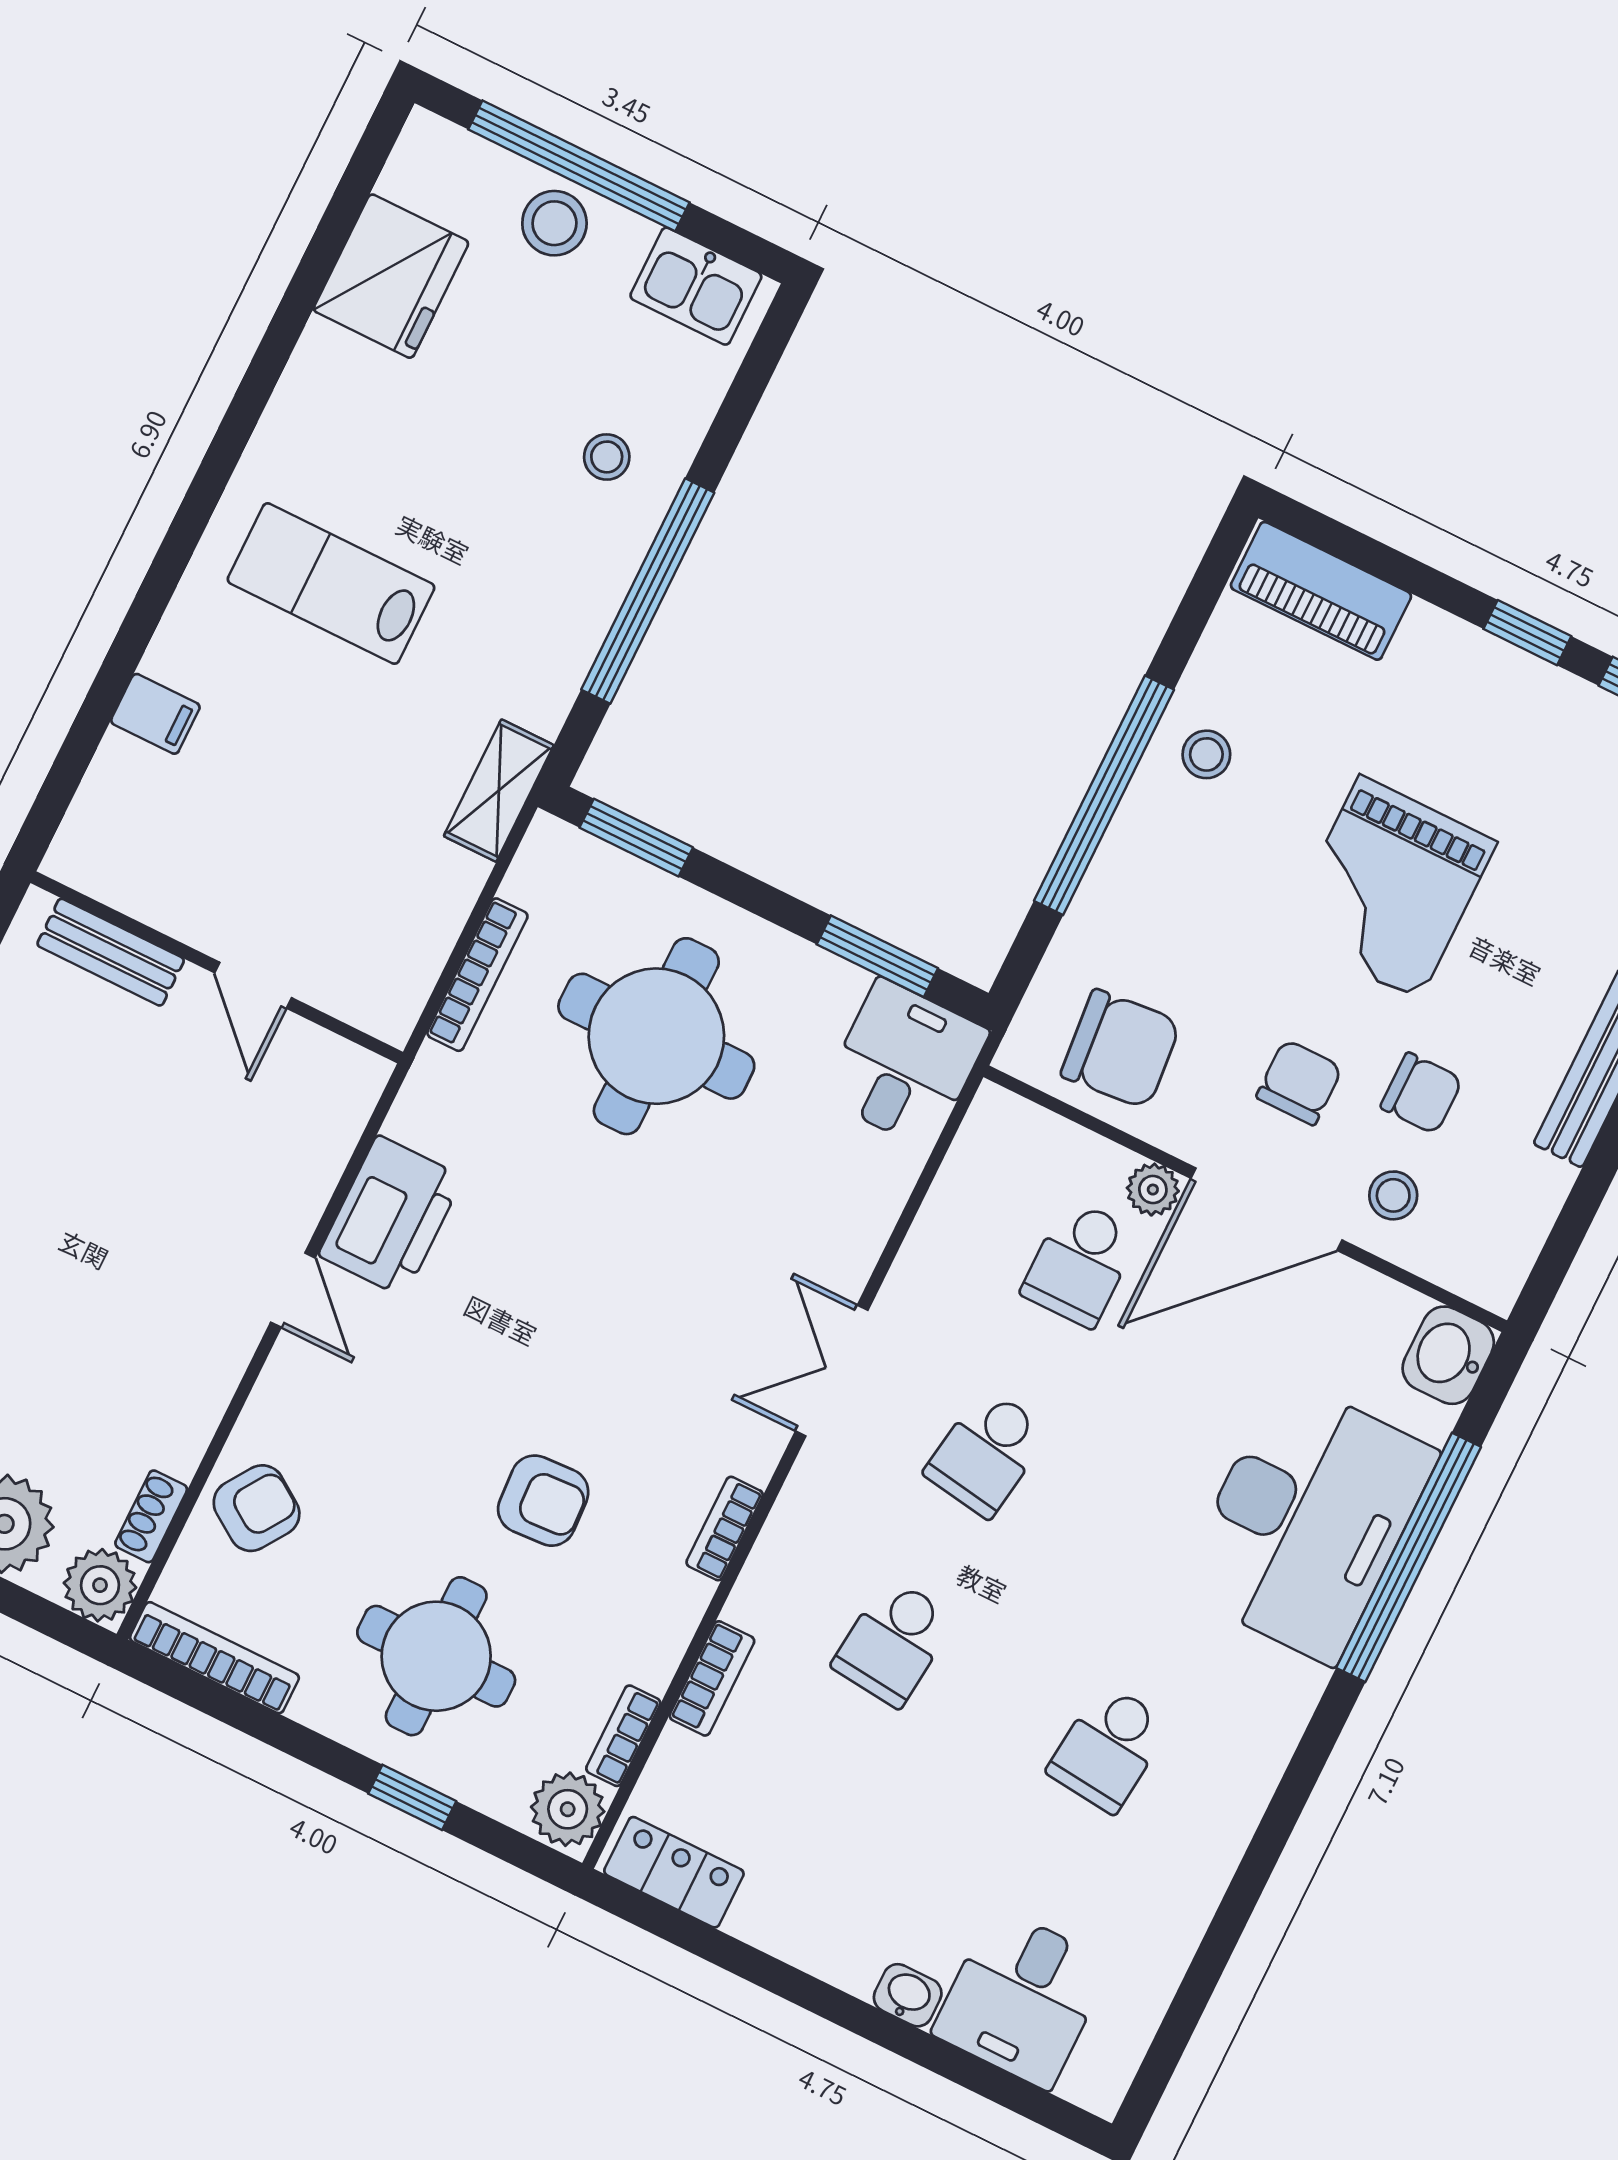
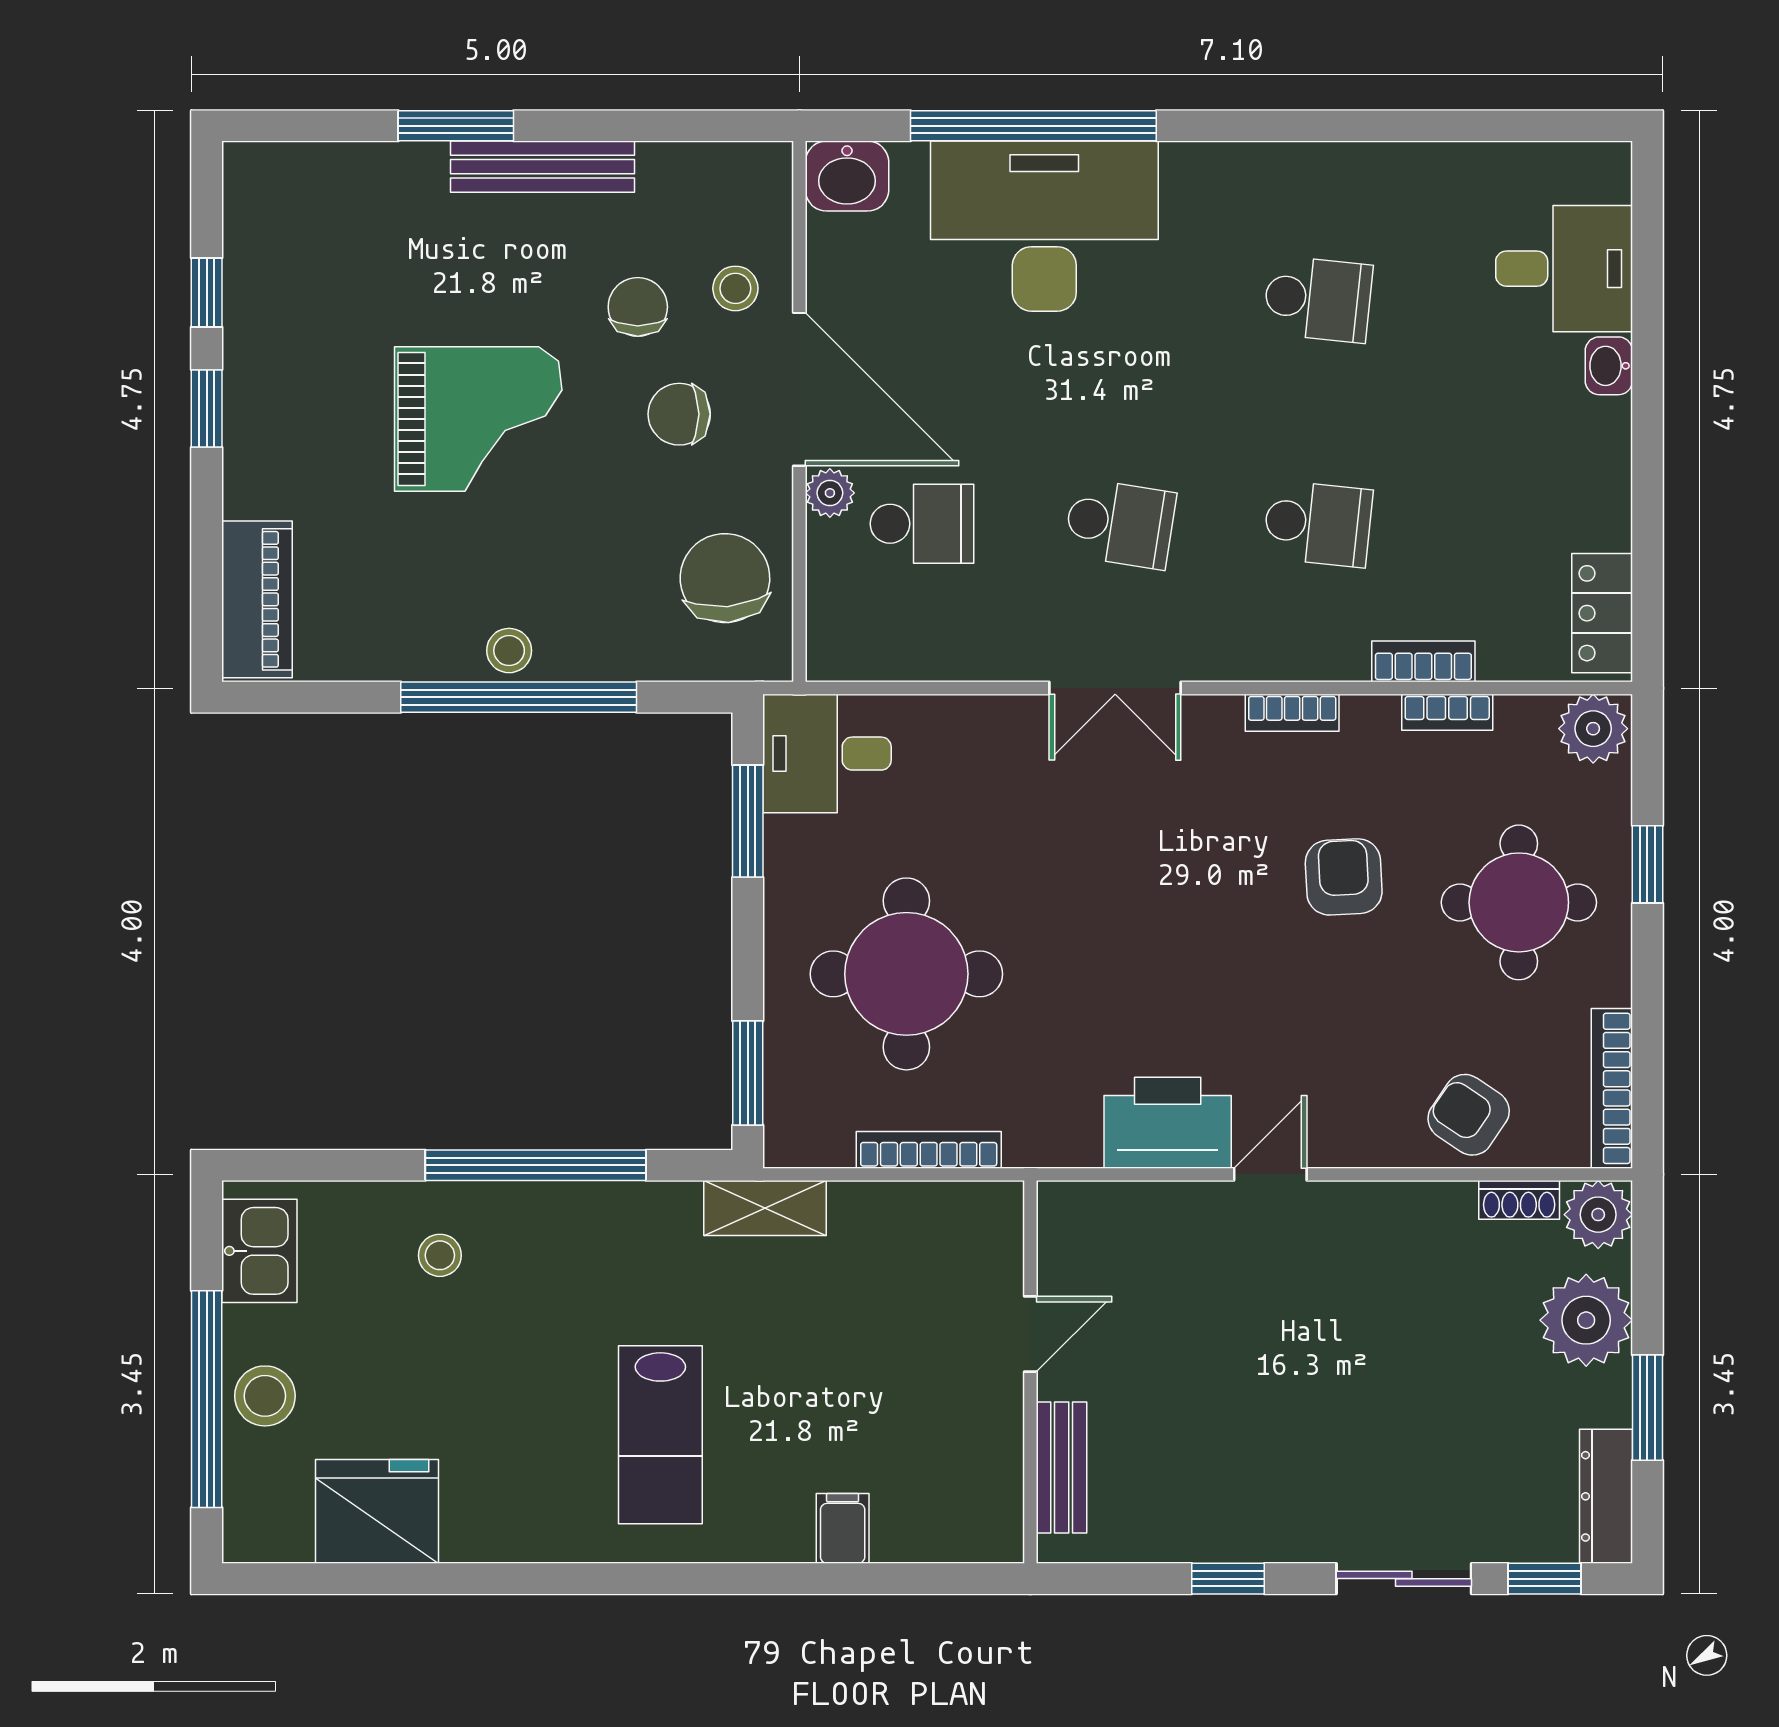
stool: (1206, 754) -> (509, 651), moved
bookcase: (623, 1736) -> (1447, 712), moved

